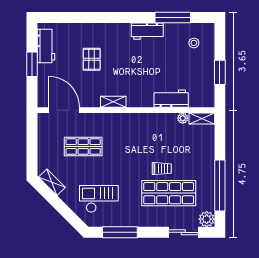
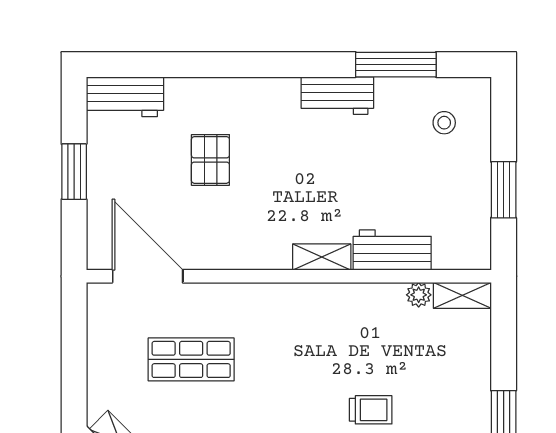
workbench: (46, 46) -> (125, 97), moved, turned 90
shelving: (113, 102) -> (322, 257), moved

